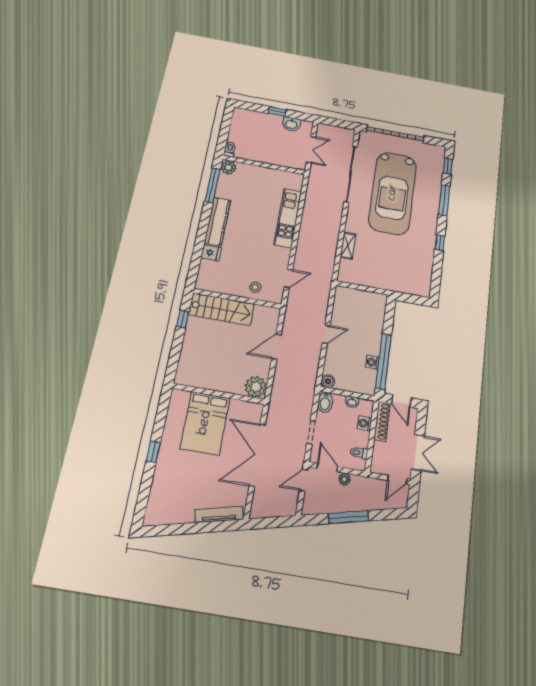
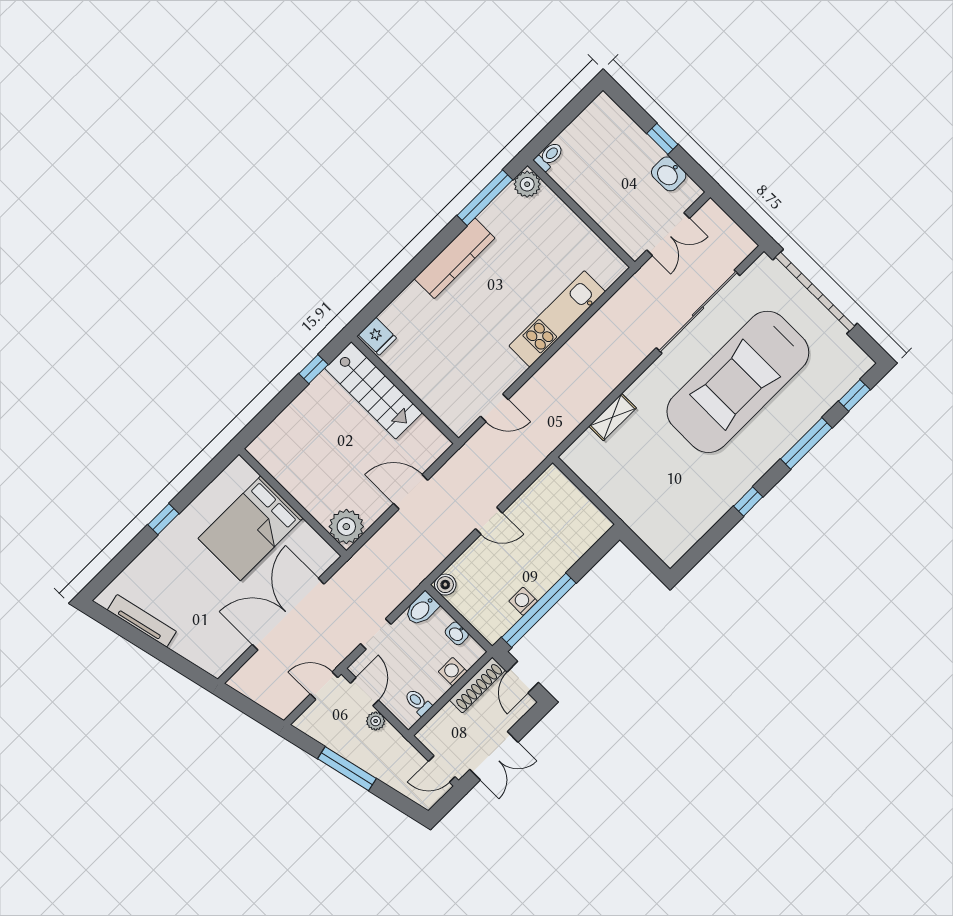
fridge: (211, 253) -> (377, 336), moved
stool: (255, 287) -> (440, 390), removed
tv unit: (219, 514) -> (142, 621), moved

